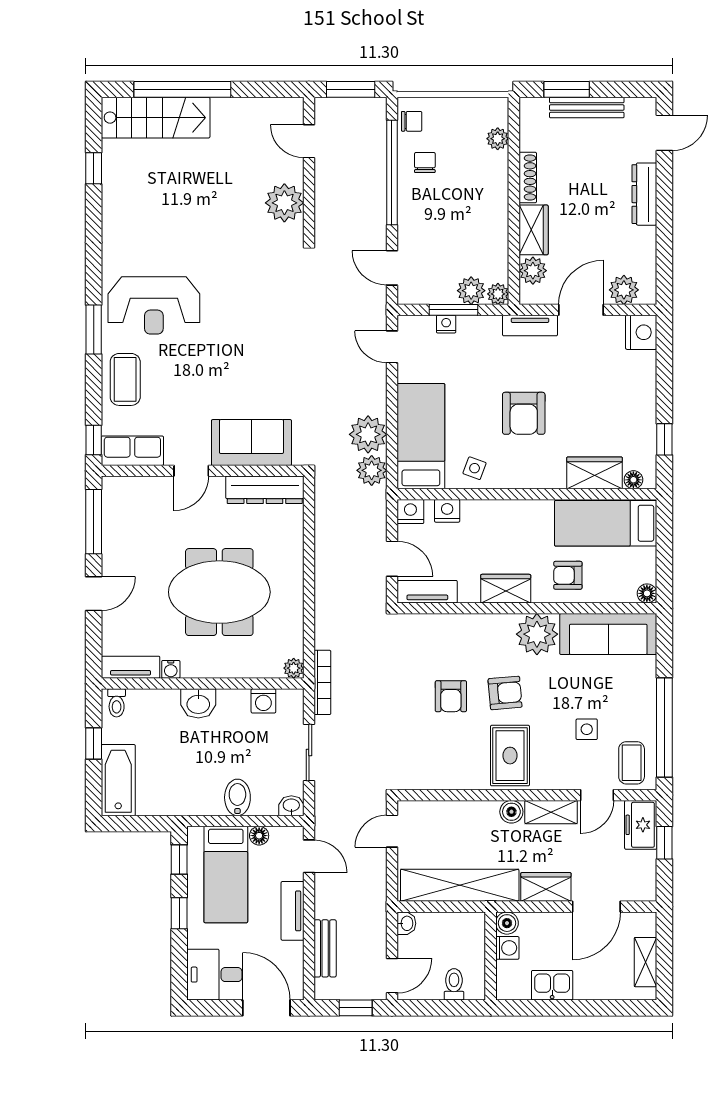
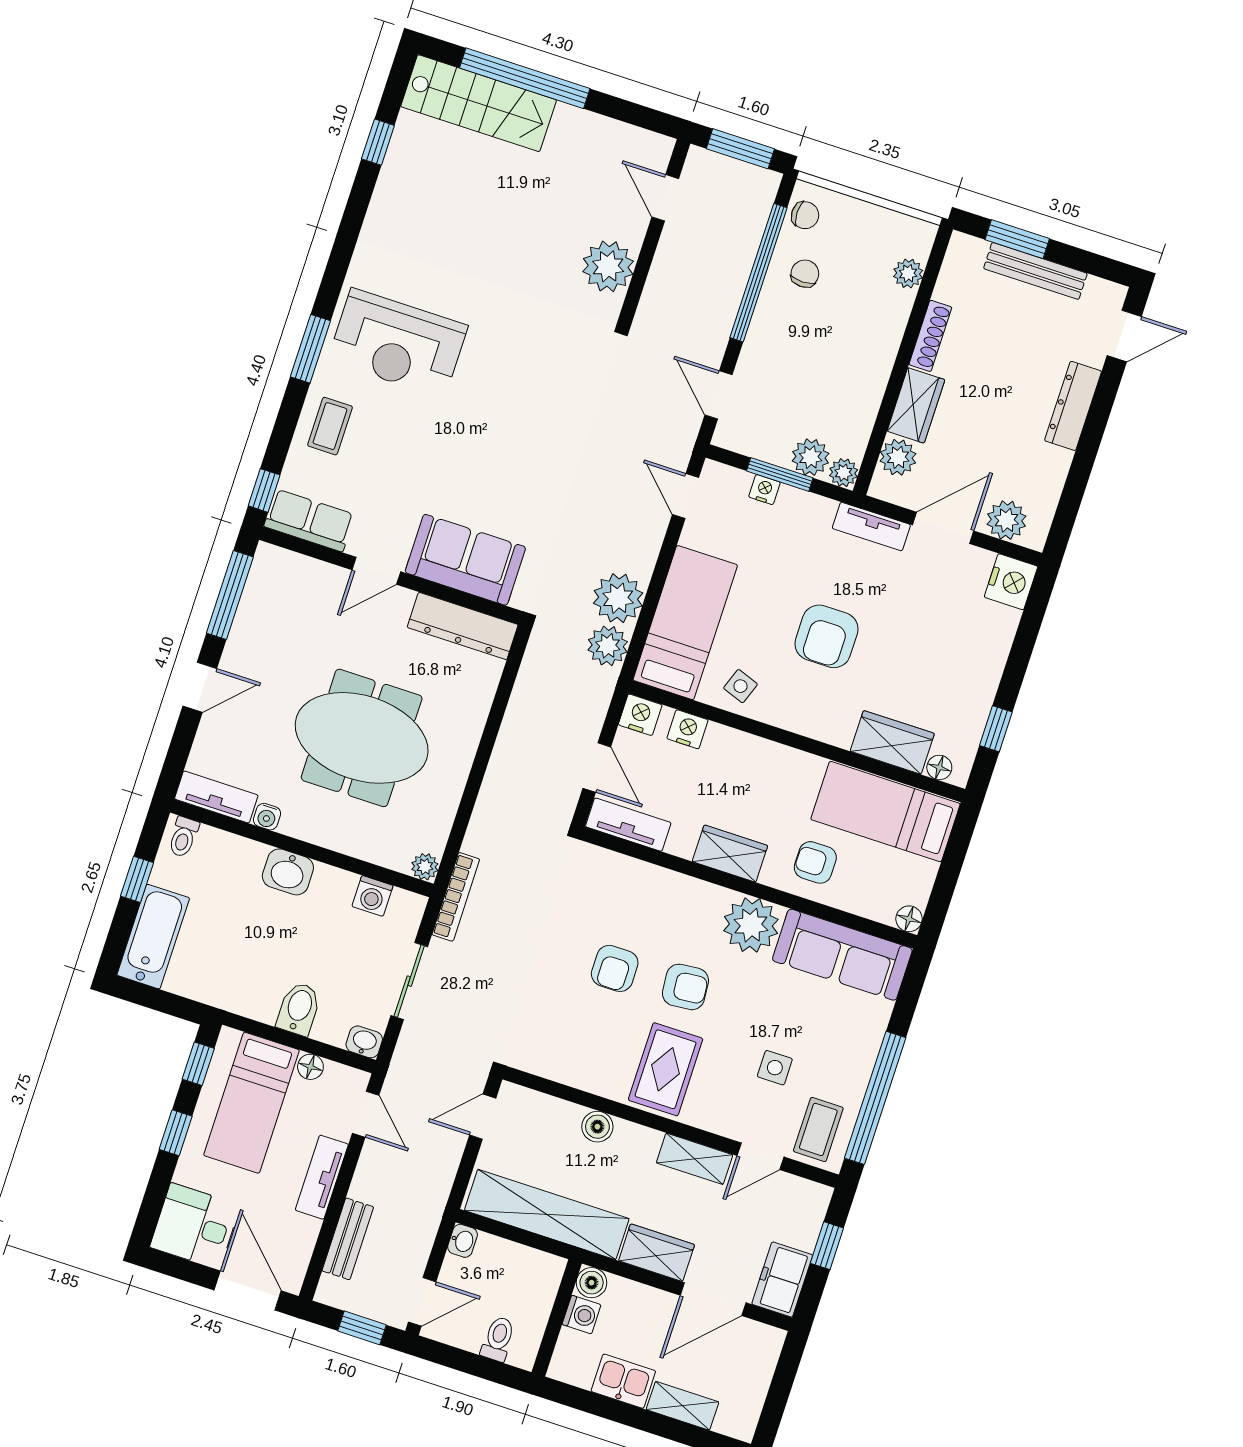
coffee table: (125, 379) -> (330, 426), width x0.73, depth x0.77
boiler: (511, 812) -> (597, 1127), moved
freezer: (641, 825) -> (782, 1280), moved
shelving: (645, 962) -> (683, 1406), moved, turned 90

